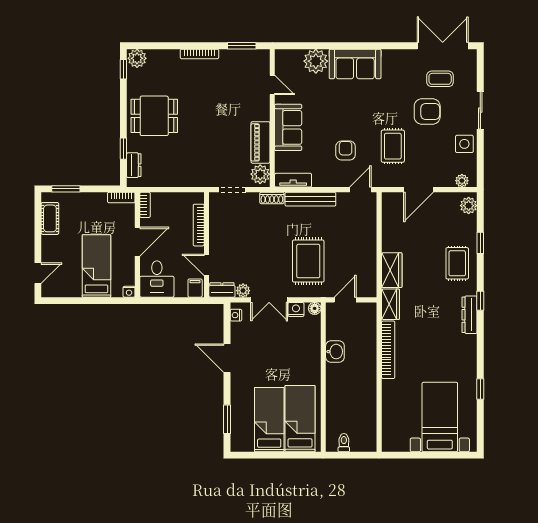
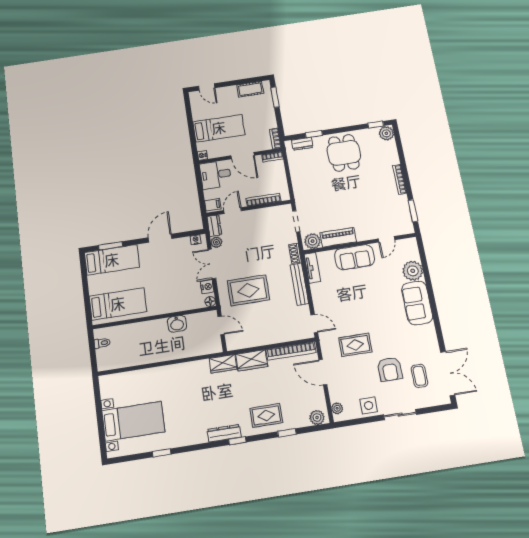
armchair: (346, 151) -> (344, 306), removed
bookcase: (388, 350) -> (291, 351), moved
bed: (269, 420) -> (112, 260), moved

